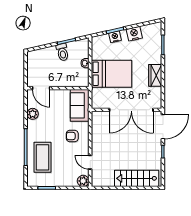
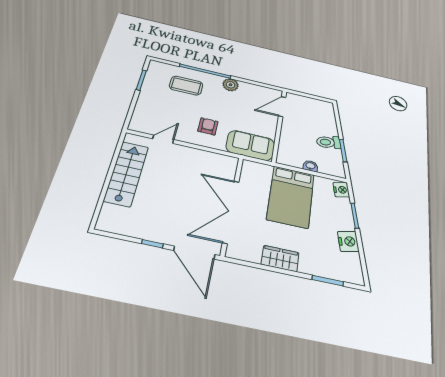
nightstand: (115, 37) -> (341, 190), moved
plant: (33, 114) -> (230, 85), moved
coffee table: (42, 157) -> (186, 86), width x0.73, depth x0.76
stairs: (137, 178) -> (126, 174), moved
plant: (83, 181) -> (138, 124), removed

